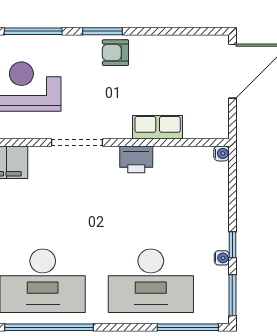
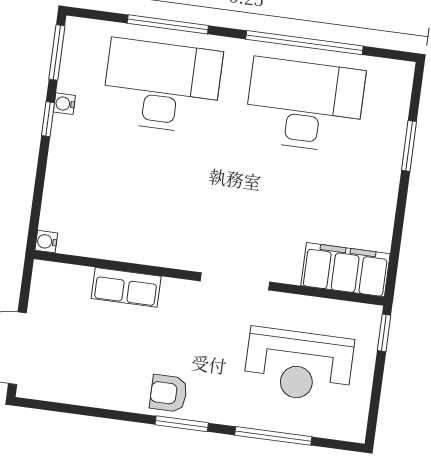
armchair: (115, 53) -> (168, 393), turned 180
printer: (136, 159) -> (160, 249), removed
window: (188, 327) -> (168, 24), moved

